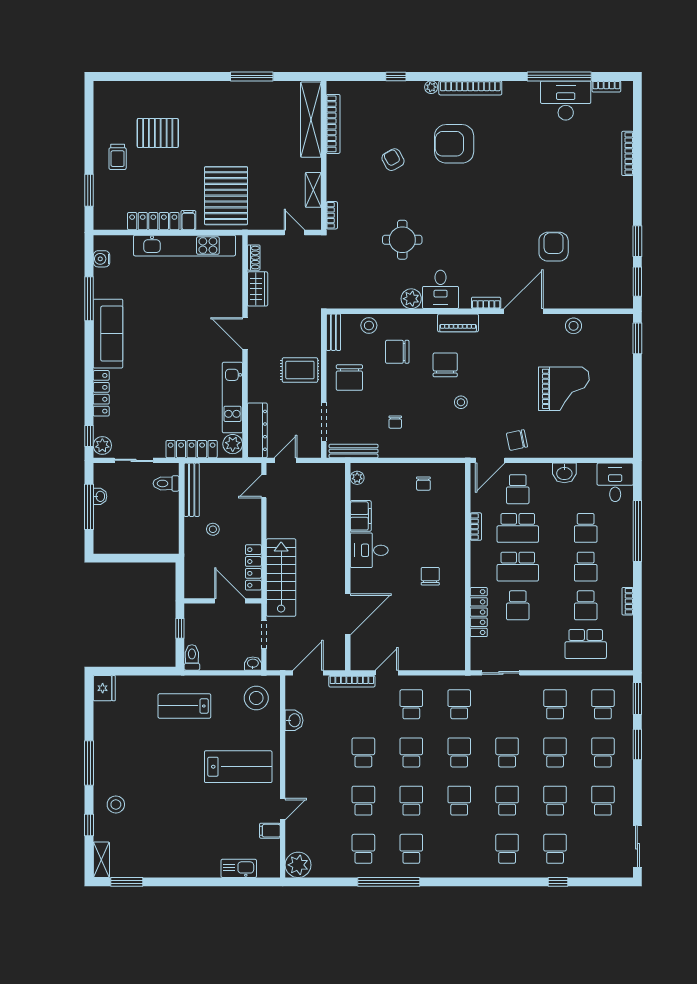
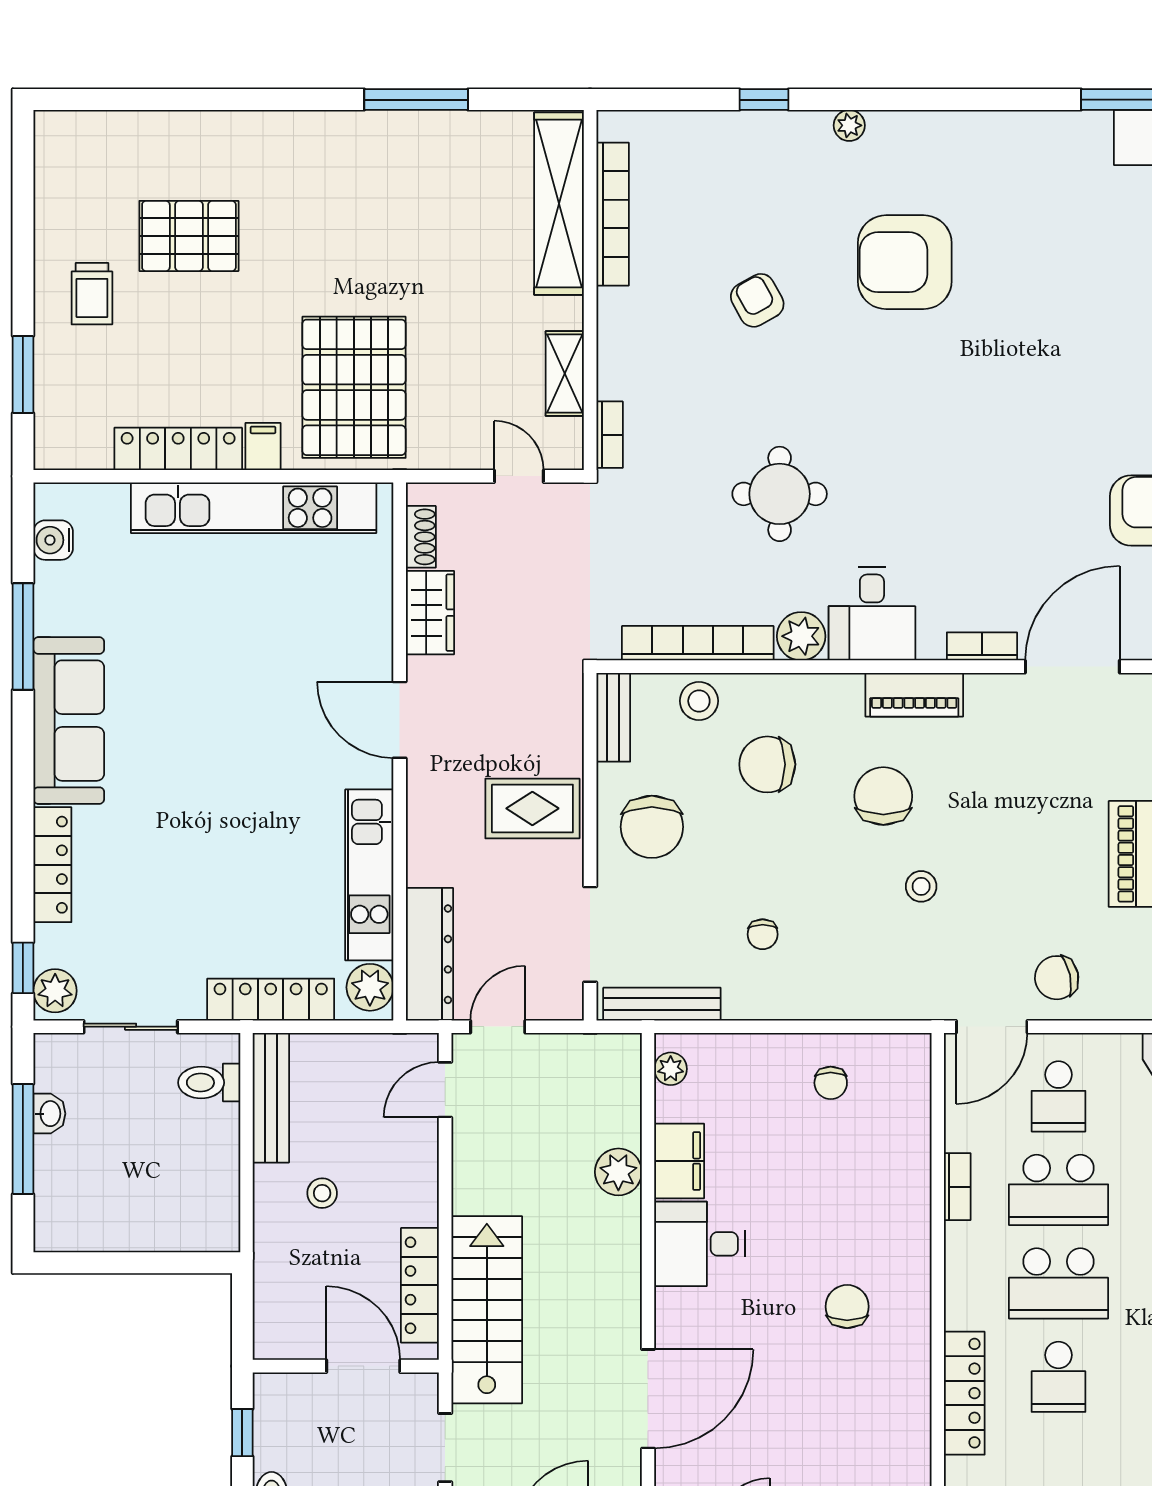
bookcase: (470, 88) -> (698, 643), moved, turned 180
plant: (336, 520) -> (618, 1172), added

